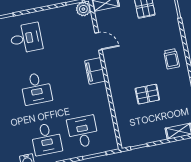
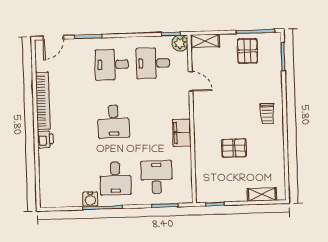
desk: (62, 31) -> (153, 63), added
desk: (26, 38) -> (112, 64), turned 180
filing cabinet: (95, 71) -> (182, 133), moved

